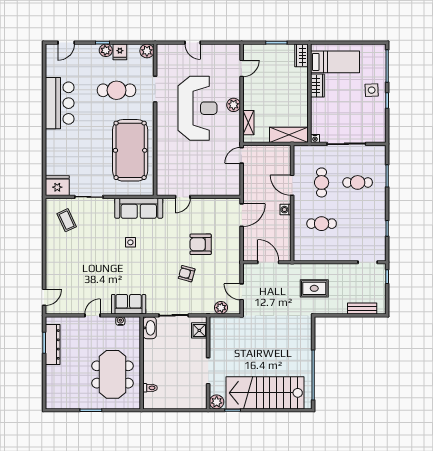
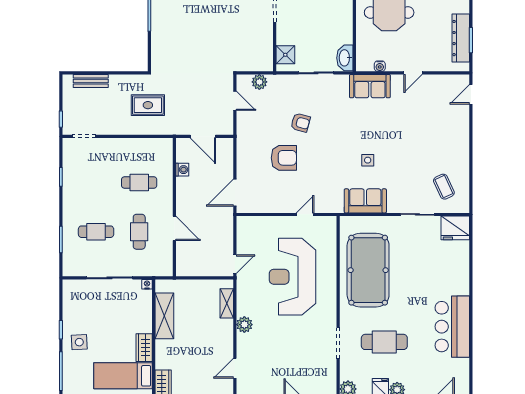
reception desk: (197, 108) -> (293, 277), moved
shelving: (289, 135) -> (164, 316), moved, turned 90
sofa: (139, 208) -> (365, 201), width x0.73
washing machine: (286, 210) -> (182, 170), moved

